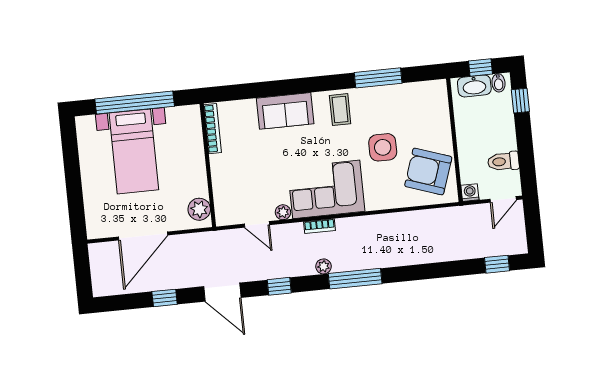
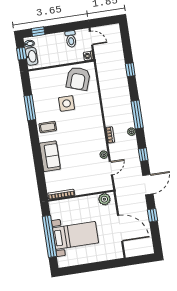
corner sofa: (326, 189) -> (90, 132), removed
window: (497, 264) -> (130, 70), moved

